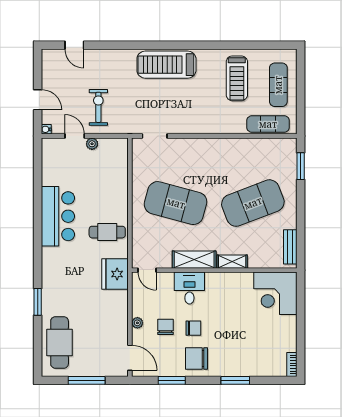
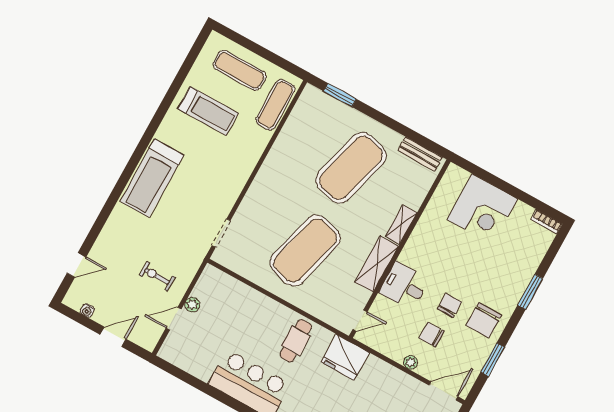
exercise bike: (98, 107) -> (157, 276), width x0.73, depth x0.72
water cooler: (46, 129) -> (87, 310), moved
exercise mat: (253, 203) -> (351, 168), turned 36
corner desk: (275, 293) -> (482, 209), moved

